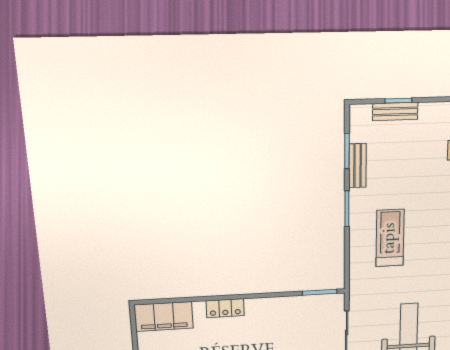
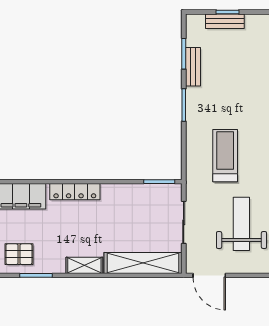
treadmill: (390, 238) -> (225, 156), moved
locker: (225, 308) -> (75, 192), width x1.53

